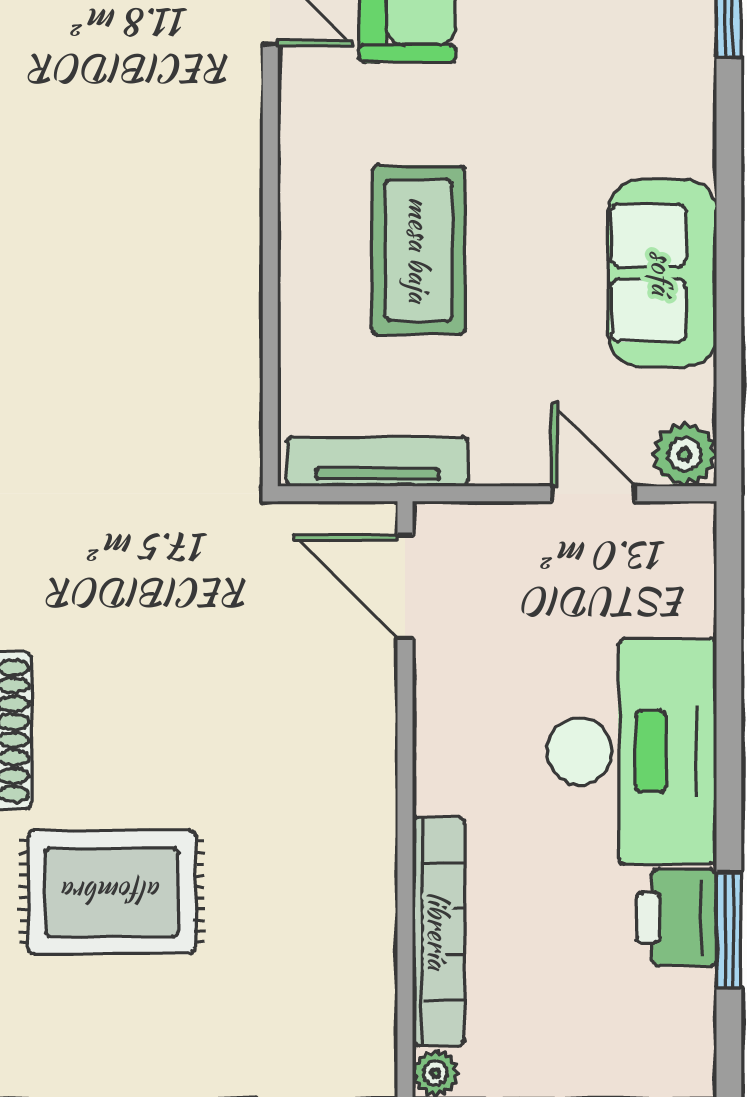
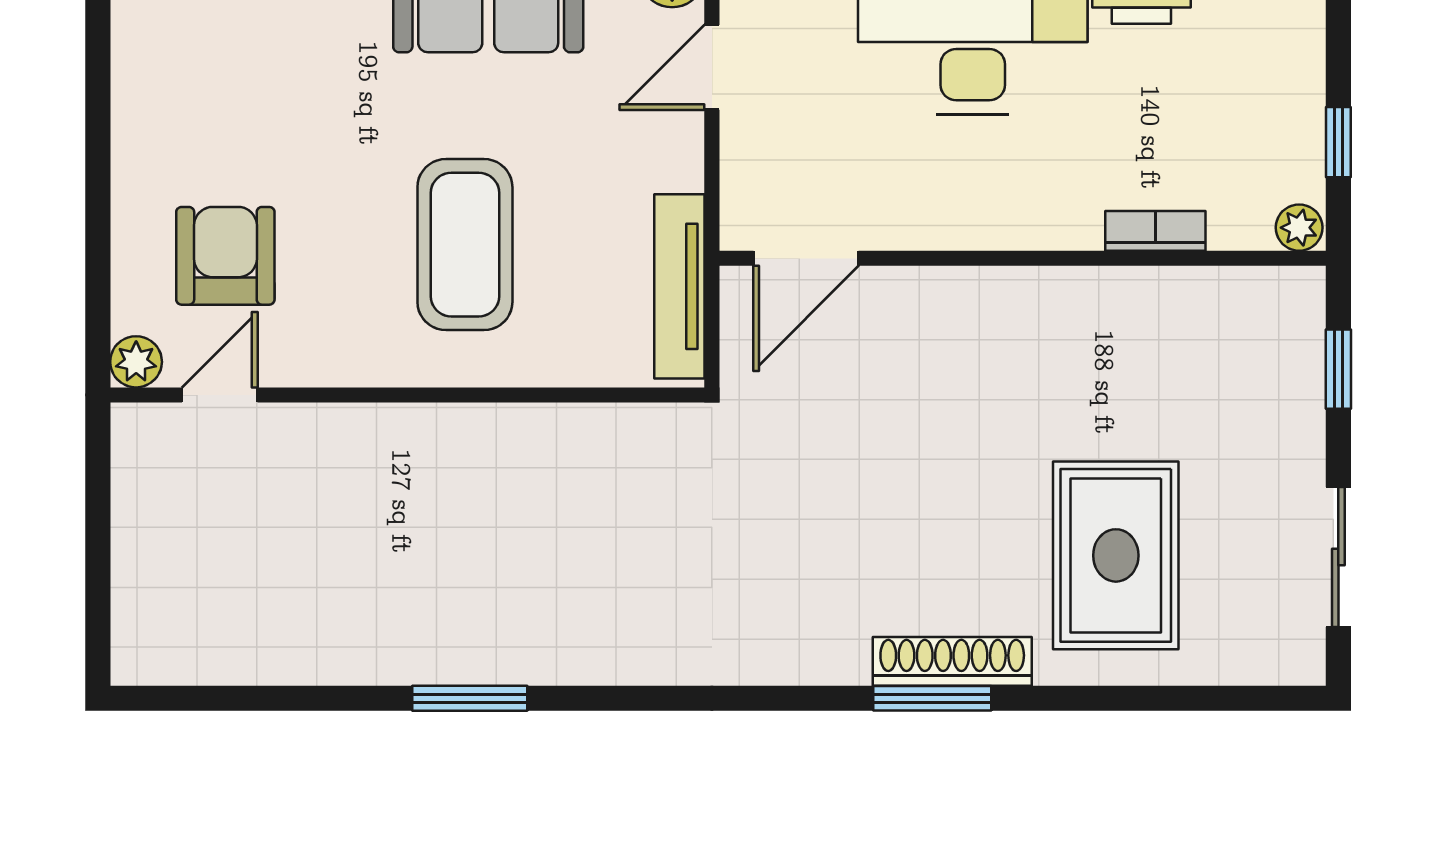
coffee table: (419, 250) -> (465, 245), turned 90
bookcase: (438, 931) -> (1155, 231), width x0.43, depth x0.76

